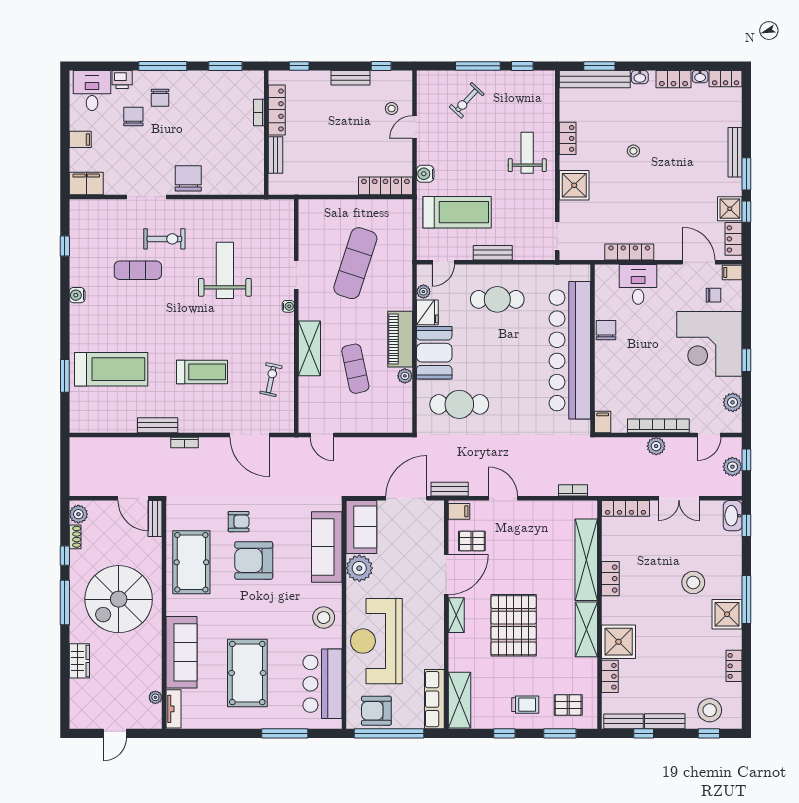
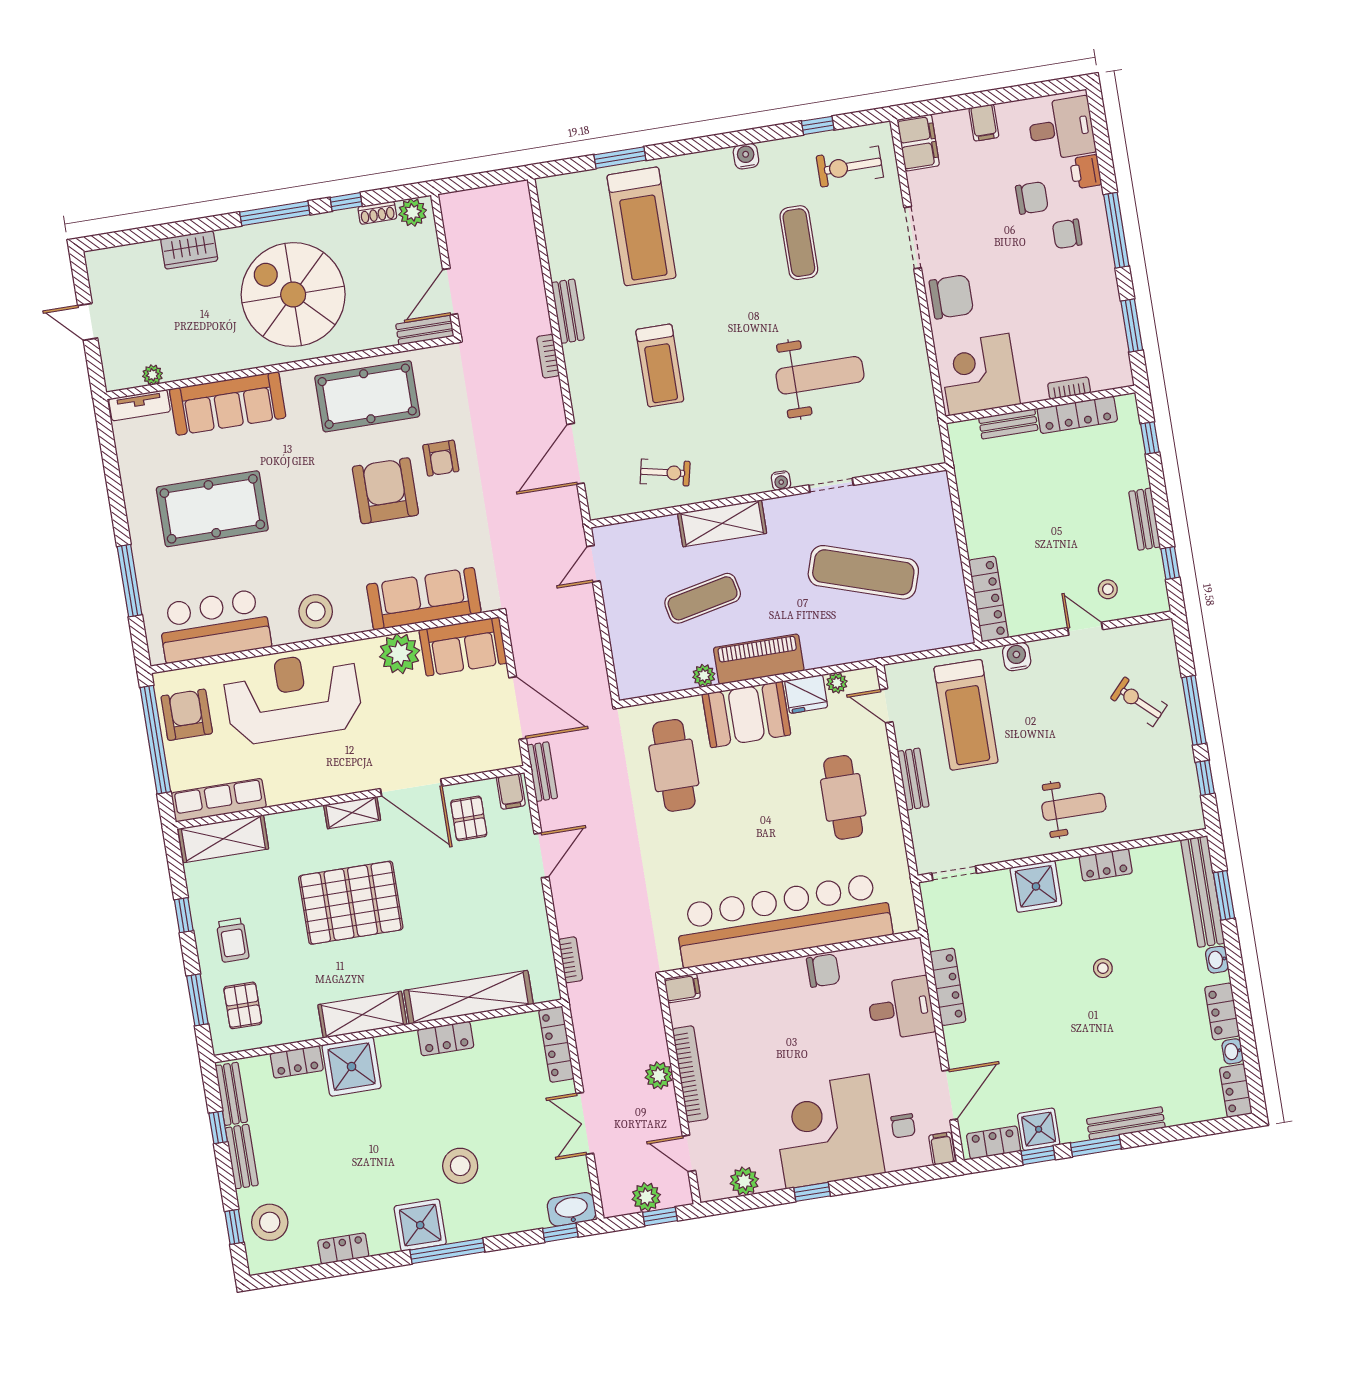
corner desk: (241, 169) -> (979, 374), added
exercise bike: (164, 239) -> (850, 167), moved, turned 90

